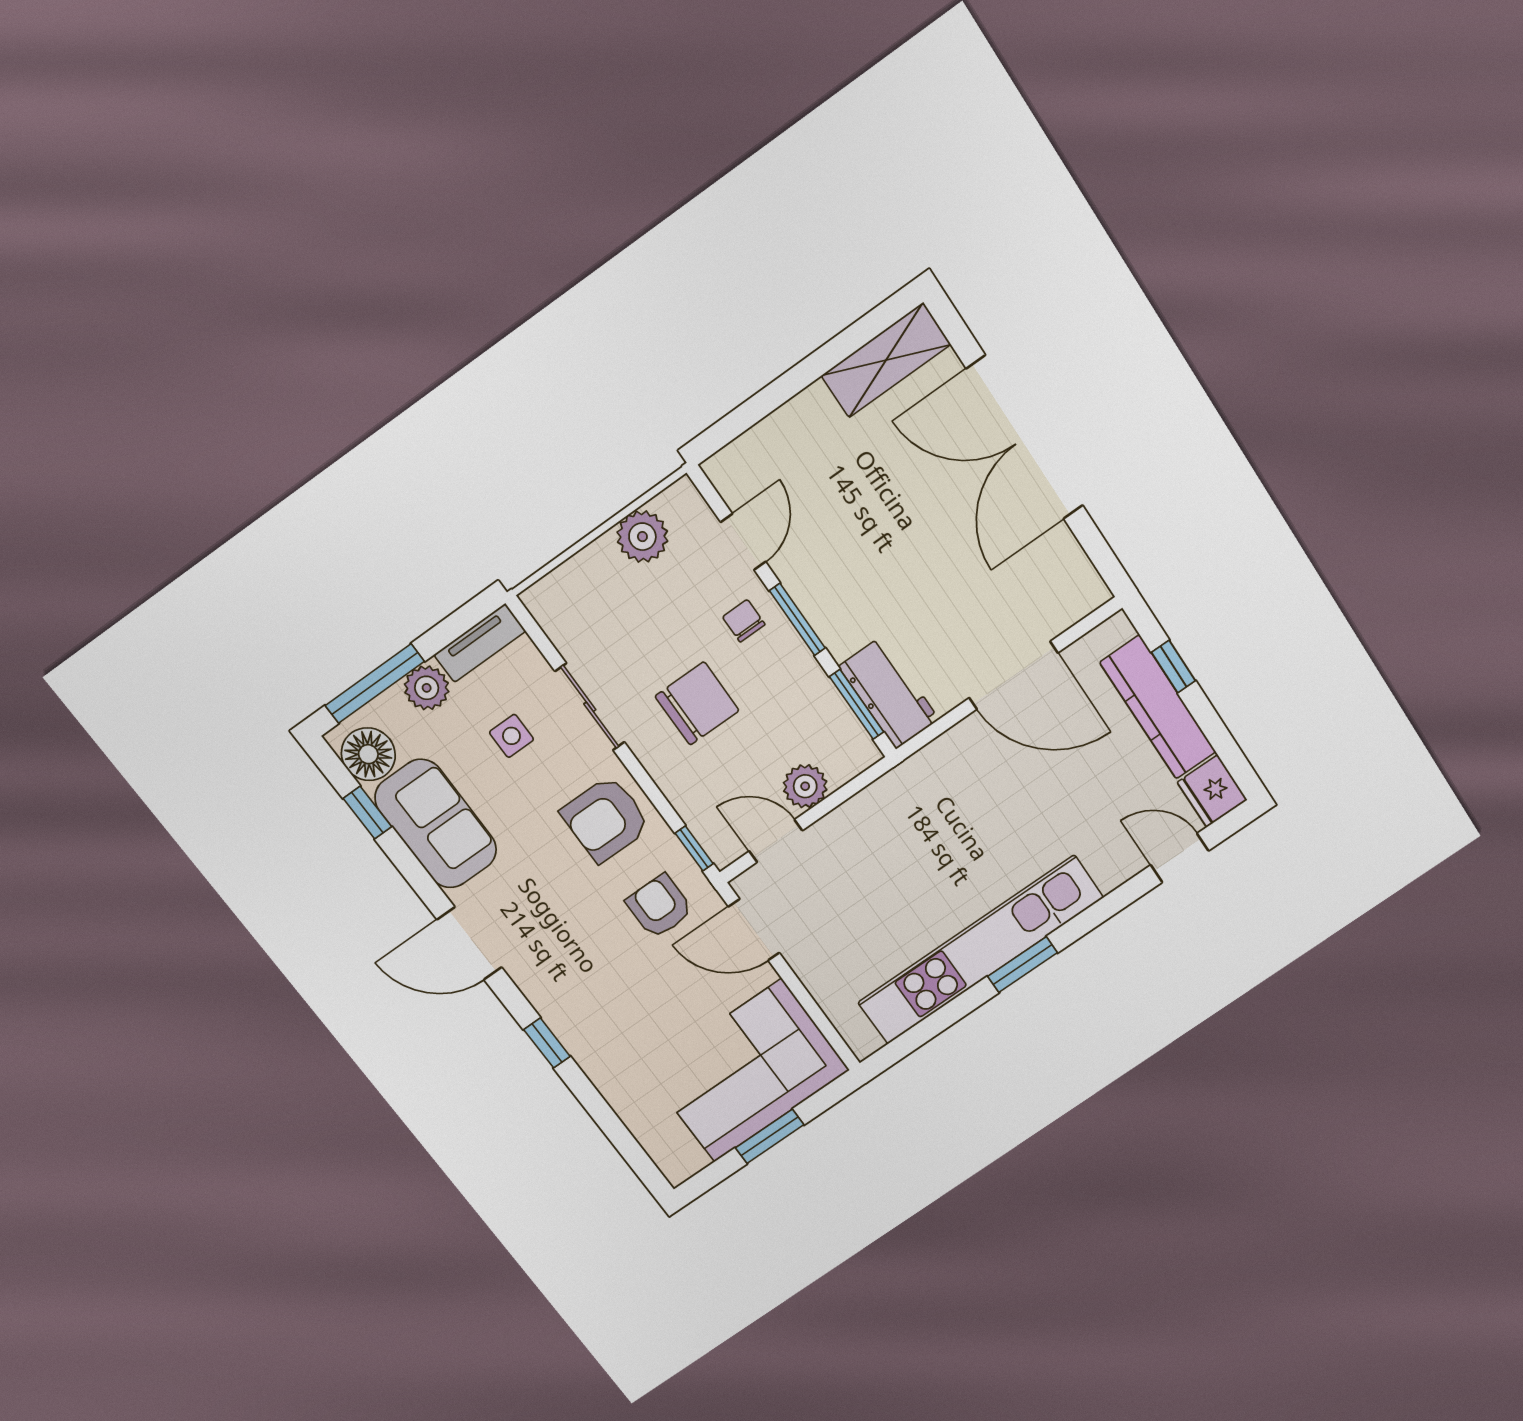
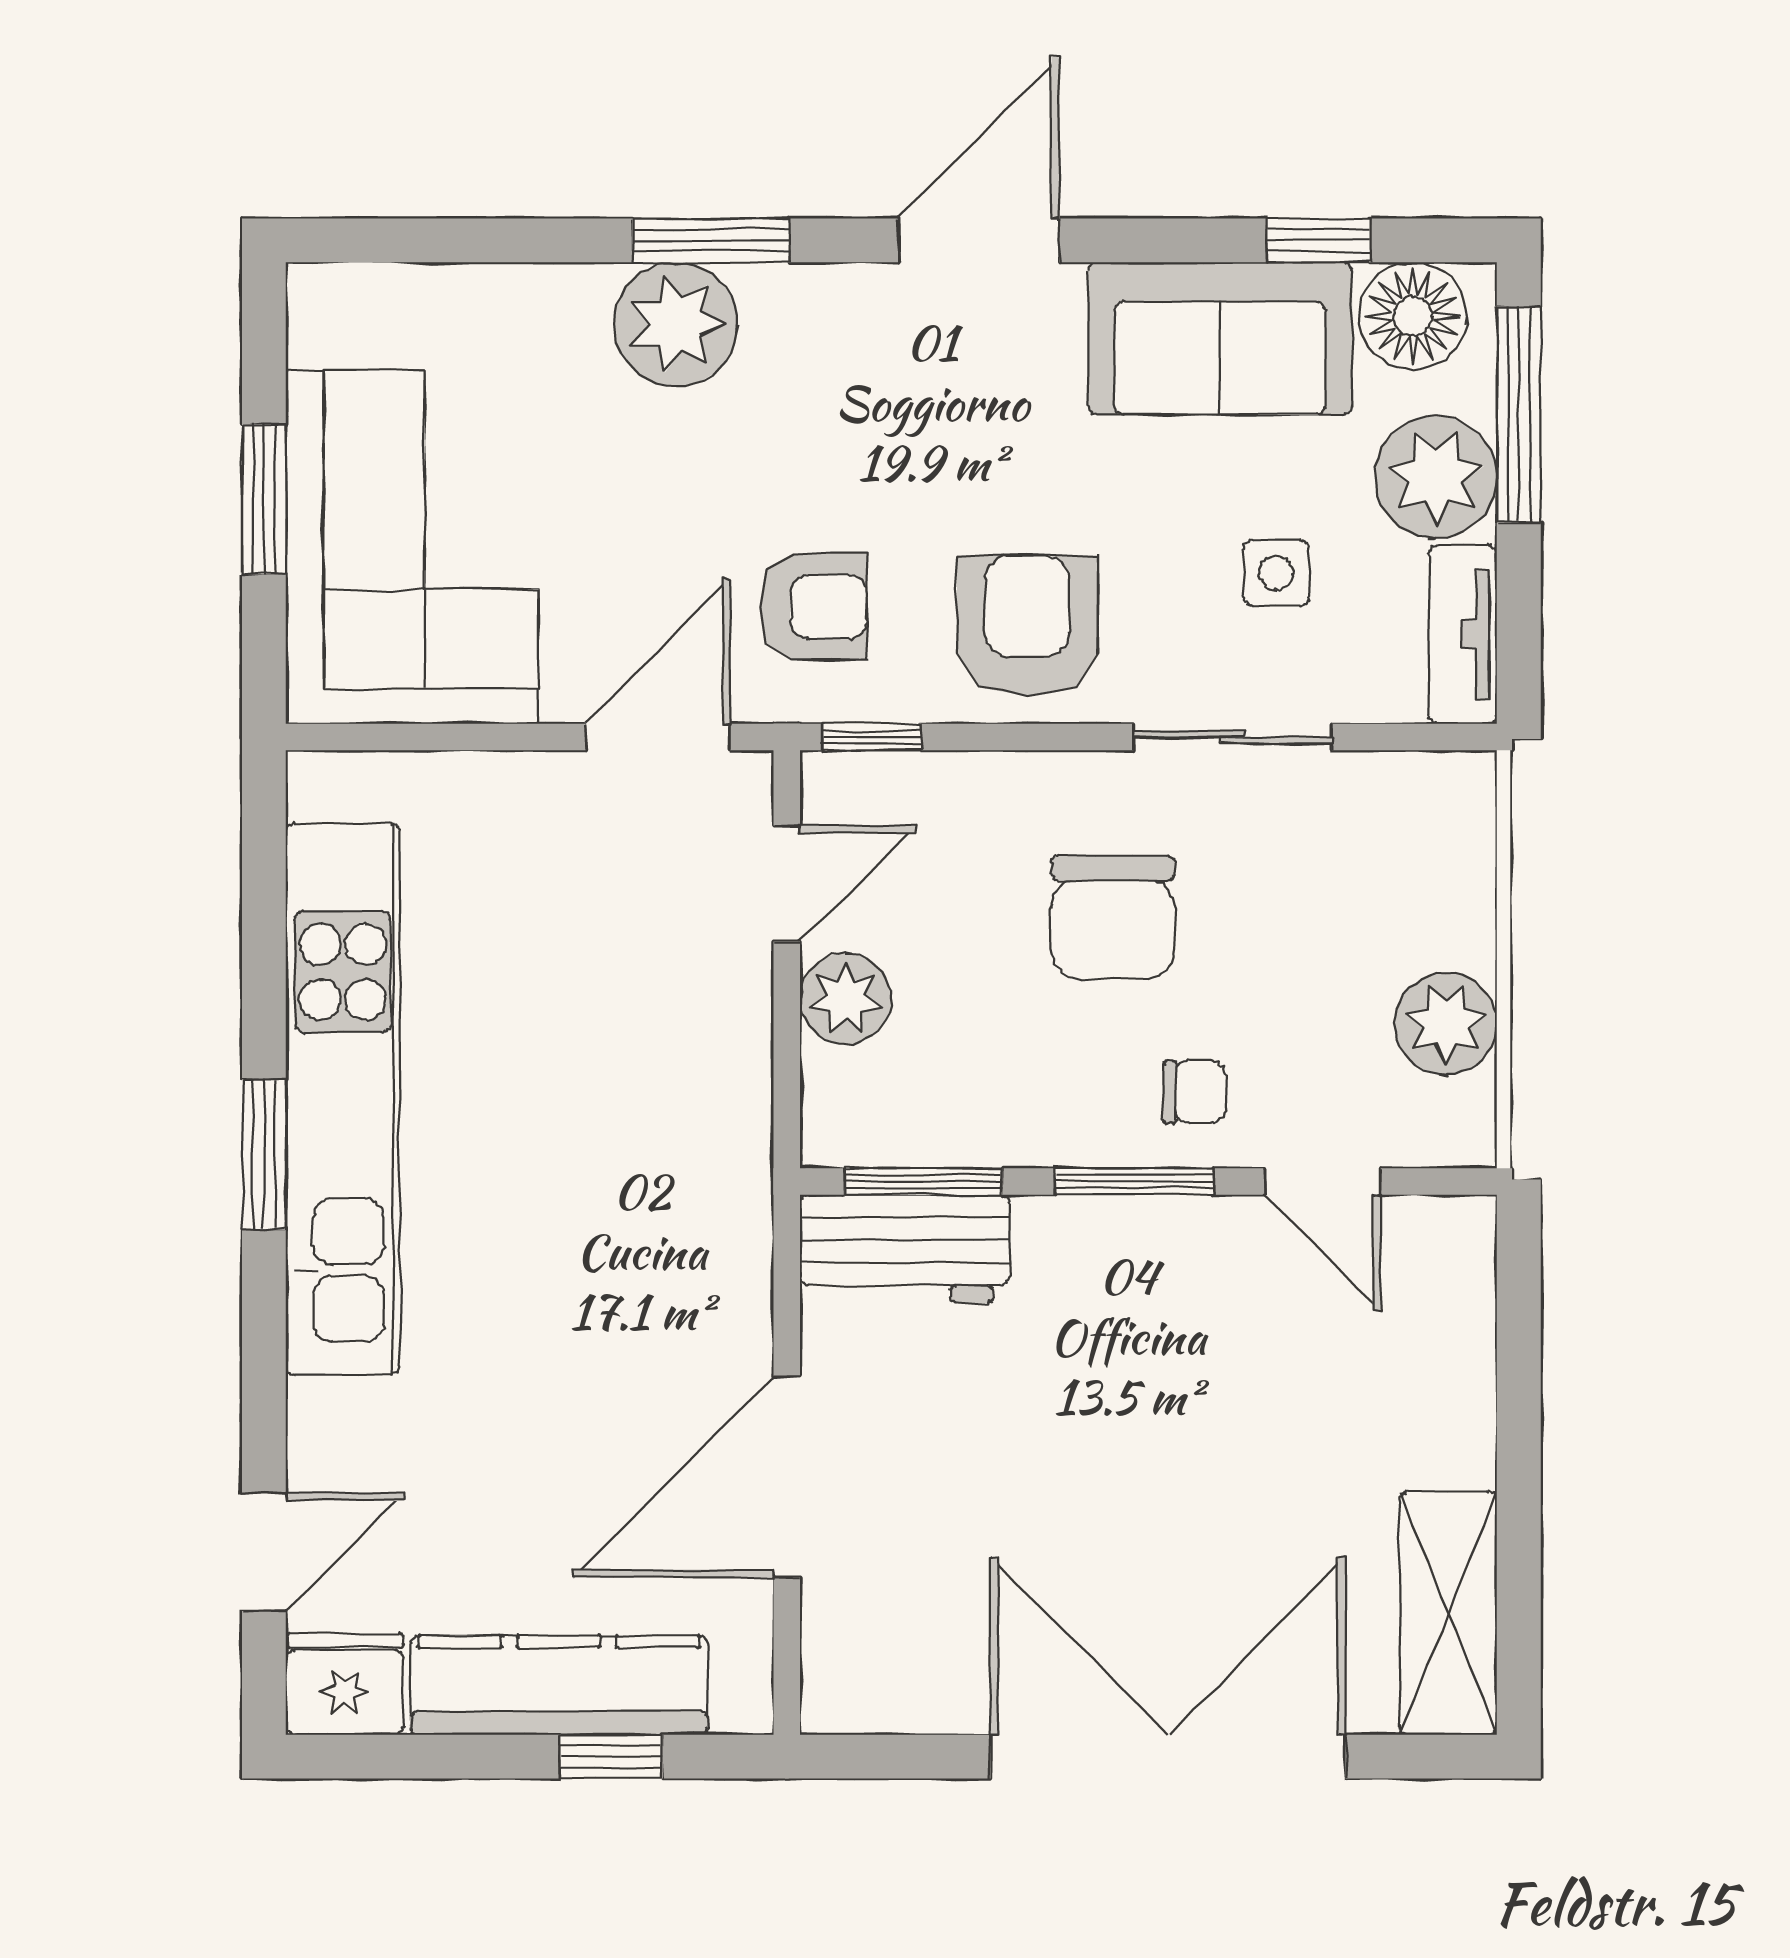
plant: (427, 688) -> (1436, 477), width x1.36, depth x1.36
plant: (589, 1034) -> (676, 324), added
window: (547, 1043) -> (711, 240), width x1.50

